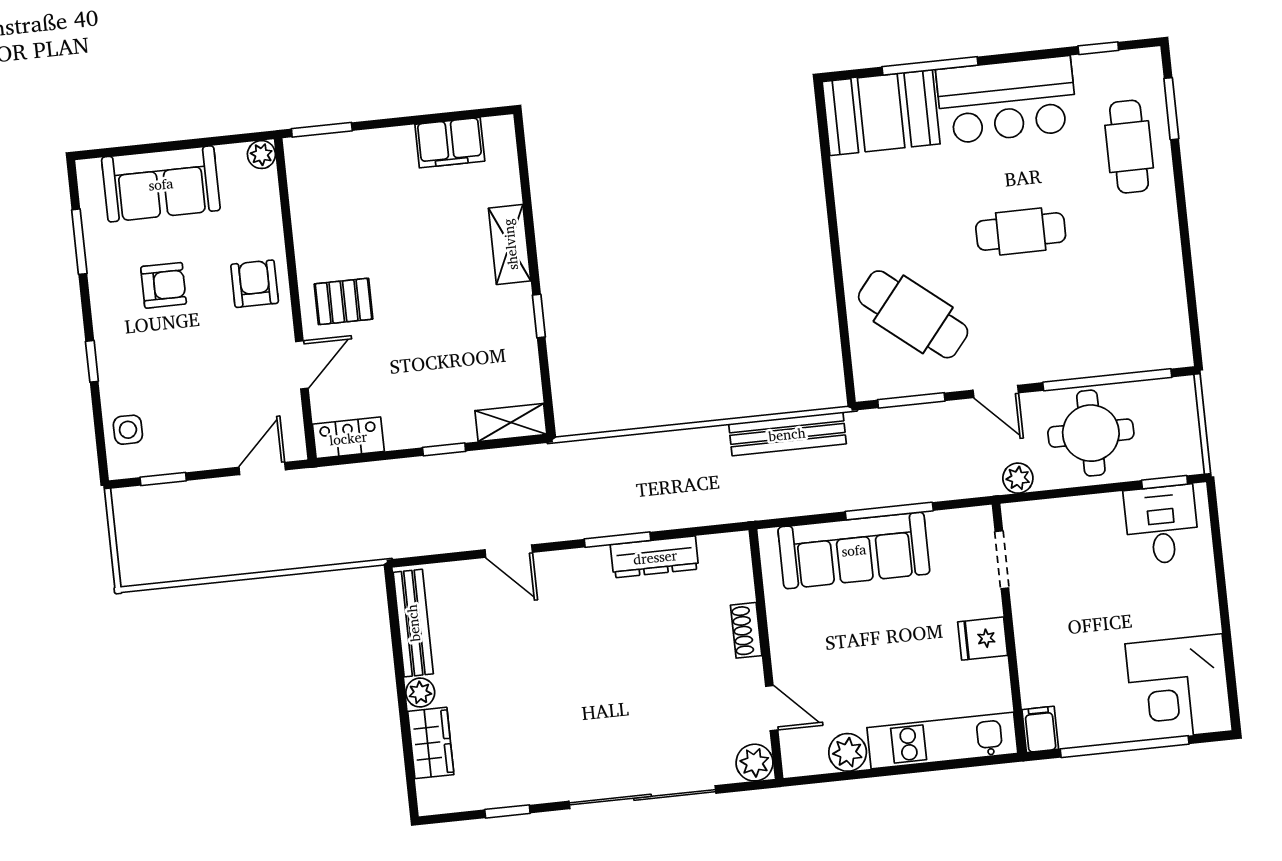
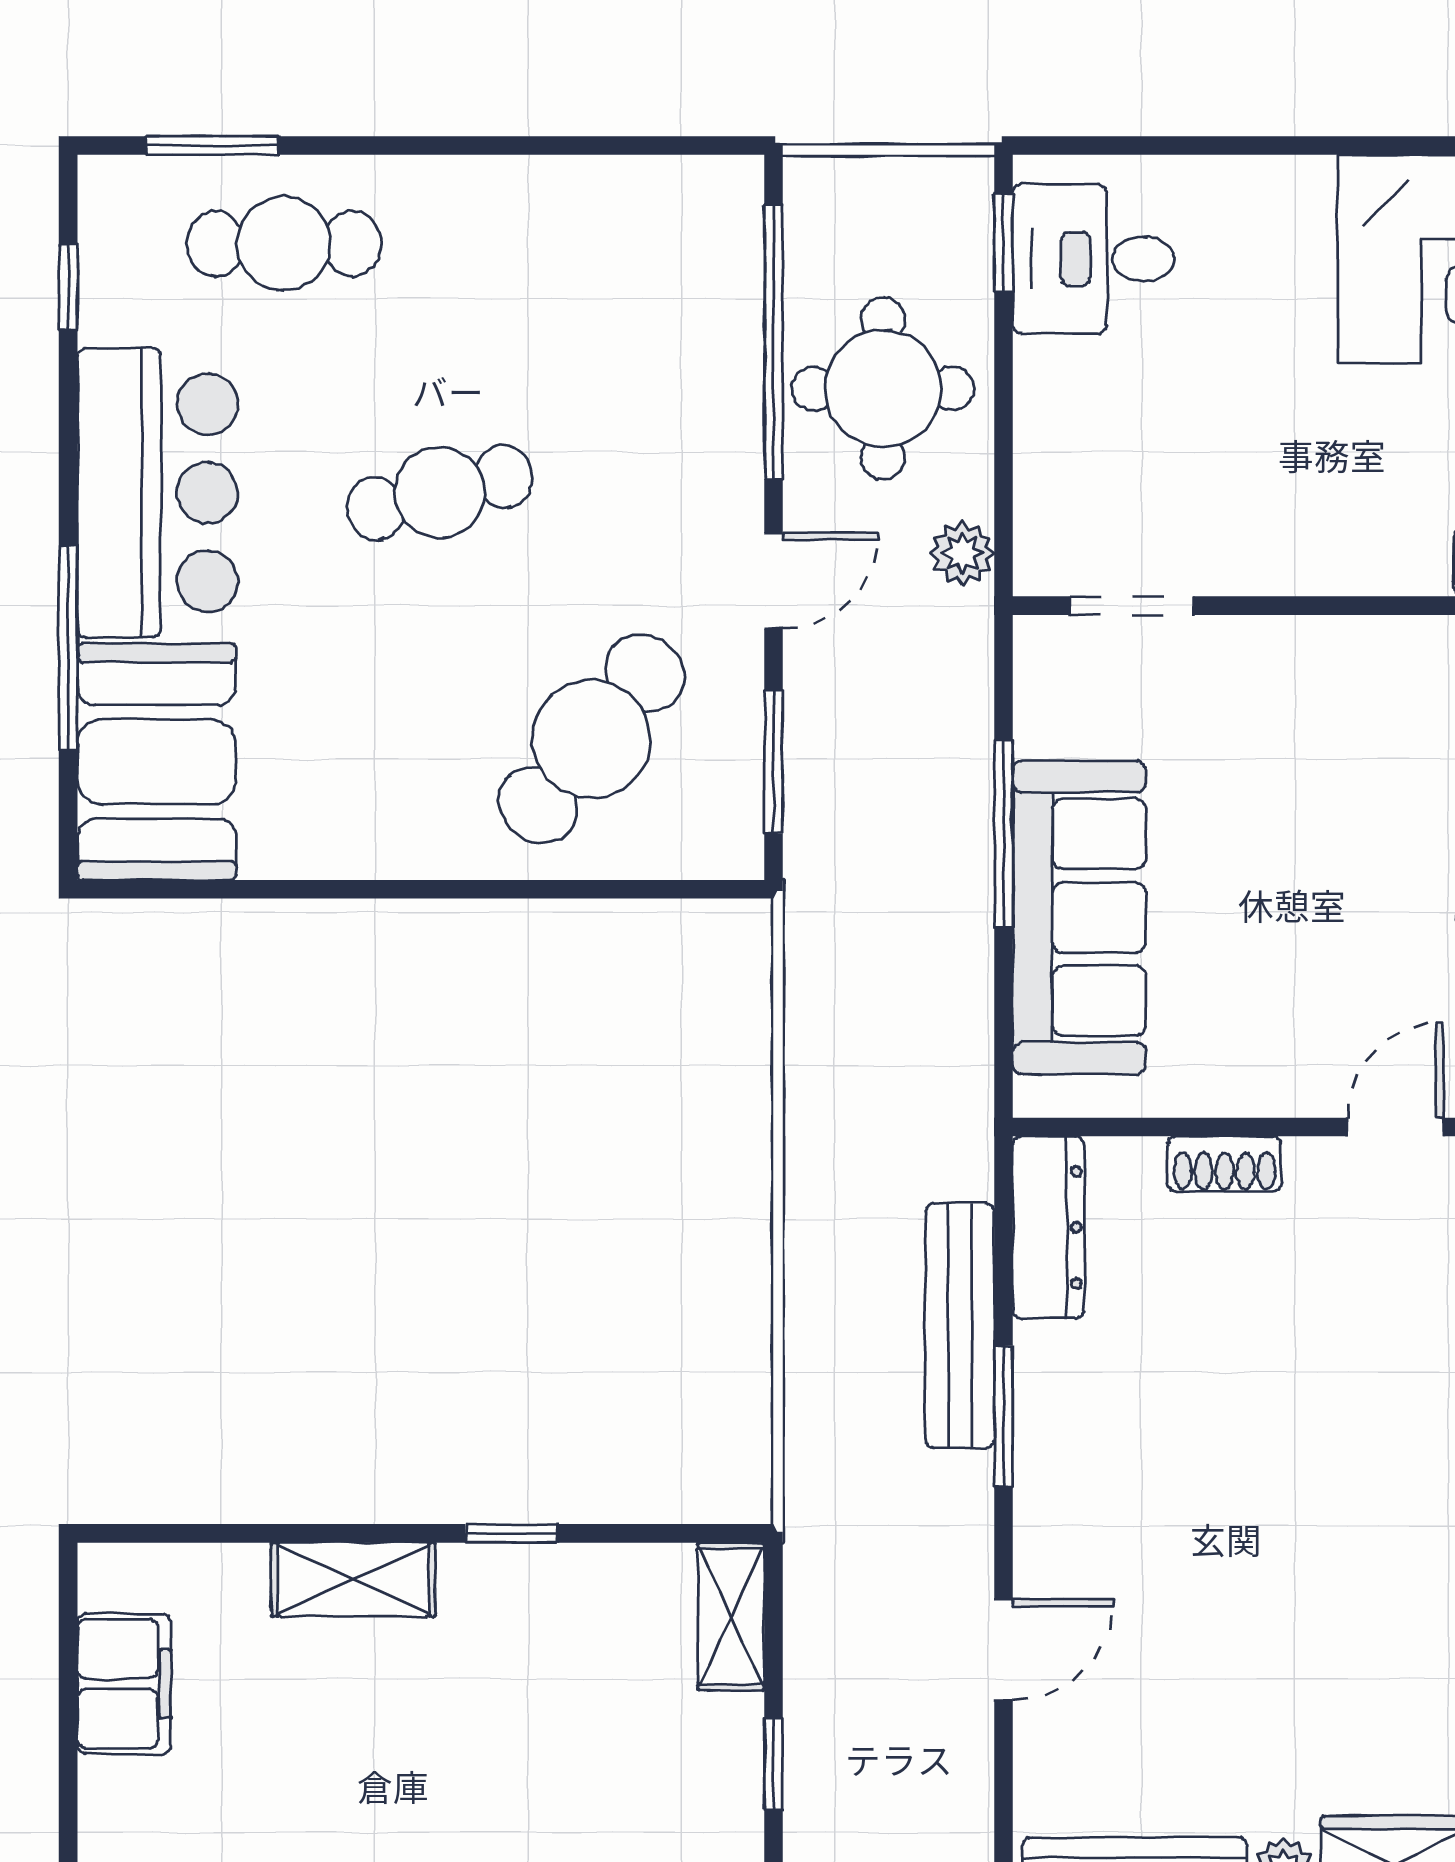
cafe table: (1021, 232) -> (440, 492), turned 76
bench: (787, 434) -> (960, 1326), moved
dresser: (655, 557) -> (1048, 1227), moved
fridge: (983, 639) -> (1295, 664), removed

